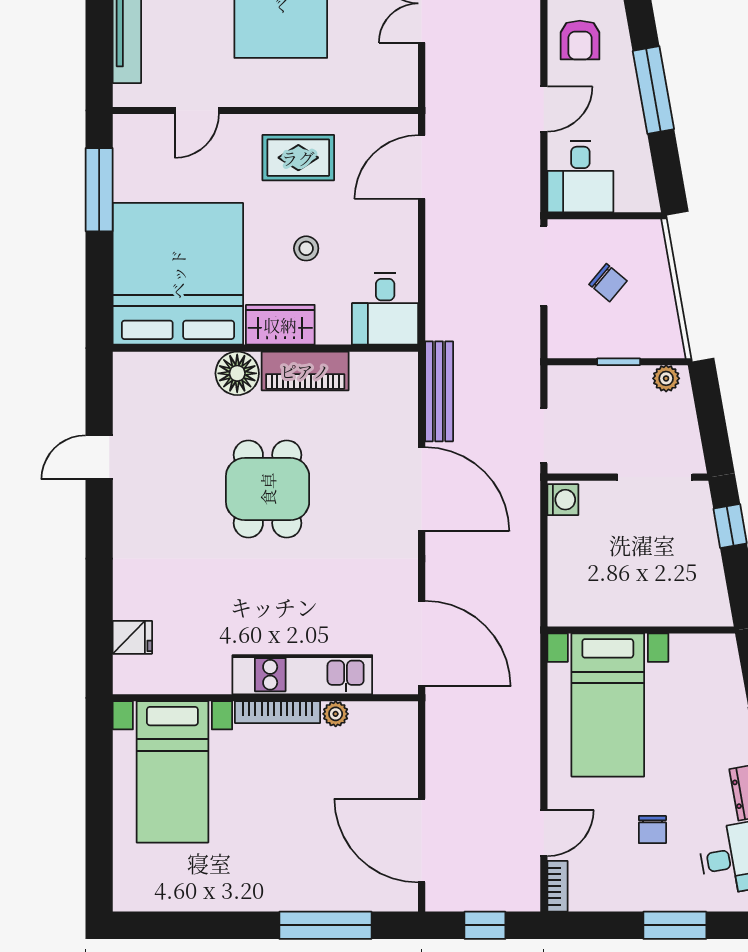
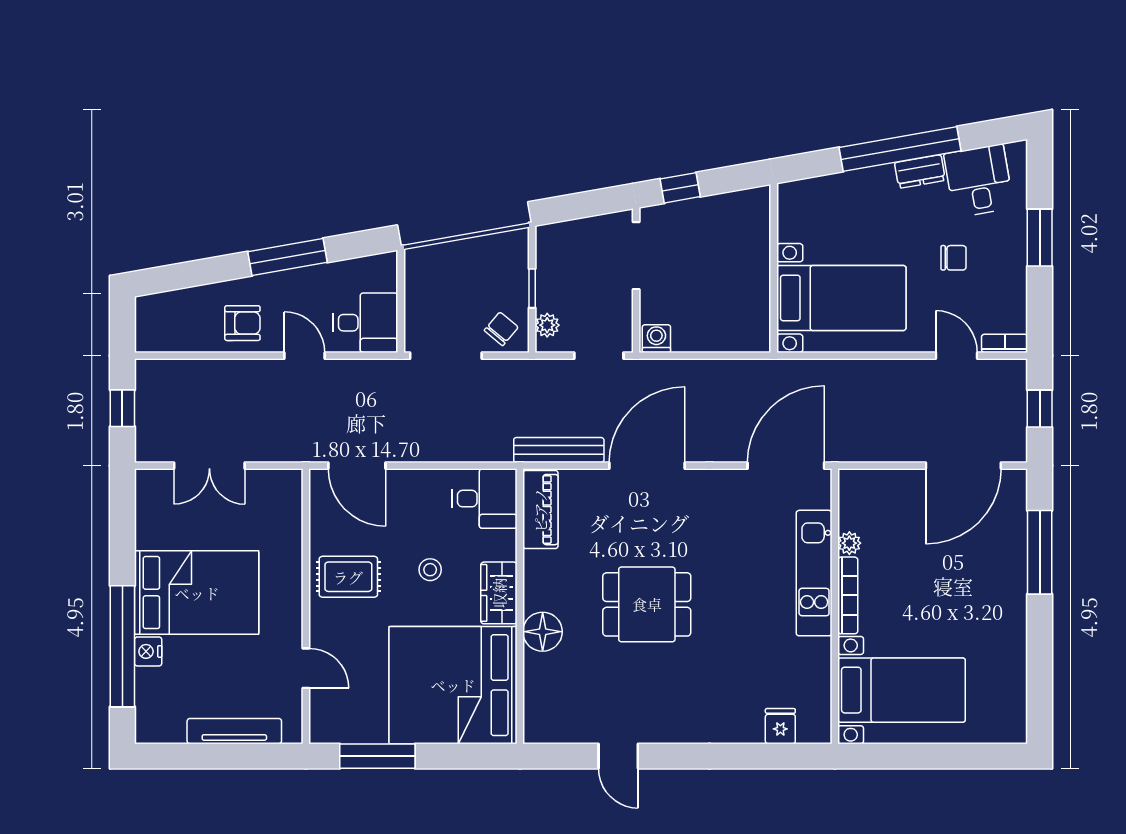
rug: (298, 158) -> (348, 577), turned 90
chair: (608, 283) -> (501, 329), moved
piano: (305, 371) -> (540, 510), moved
plant: (666, 378) -> (547, 325), moved

